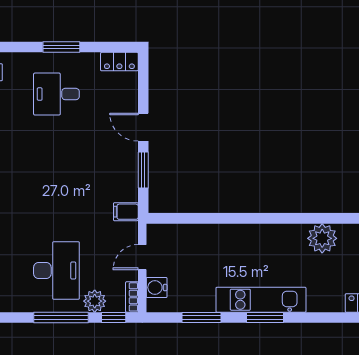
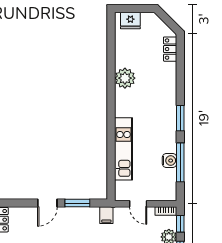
water cooler: (157, 287) -> (169, 161), moved, turned -90
kitchen unit: (261, 300) -> (123, 149), moved, turned 180
window: (201, 318) -> (180, 162), width x1.44

